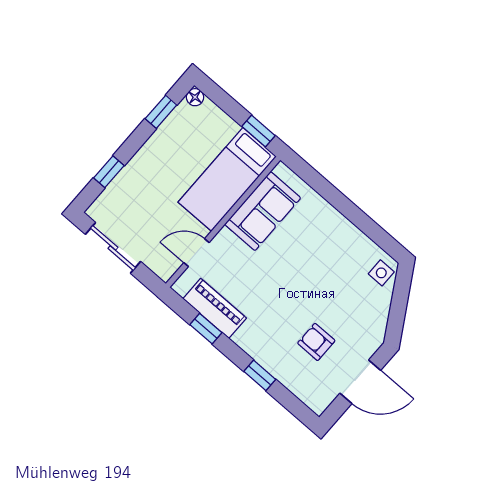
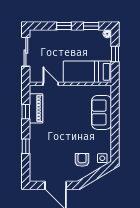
window: (258, 131) -> (115, 54), moved
window: (109, 172) -> (64, 26), moved
sofa: (263, 211) -> (102, 112), moved, turned 90
armchair: (316, 342) -> (82, 160), moved

